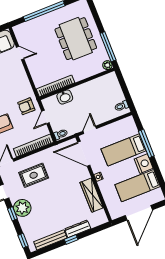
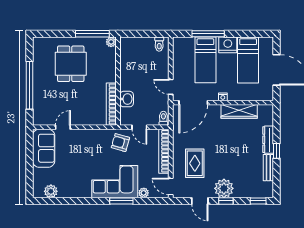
dining table: (76, 39) -> (71, 64), width x0.73
armchair: (26, 106) -> (120, 143), turned 106
bench: (50, 240) -> (268, 168), width x0.73

